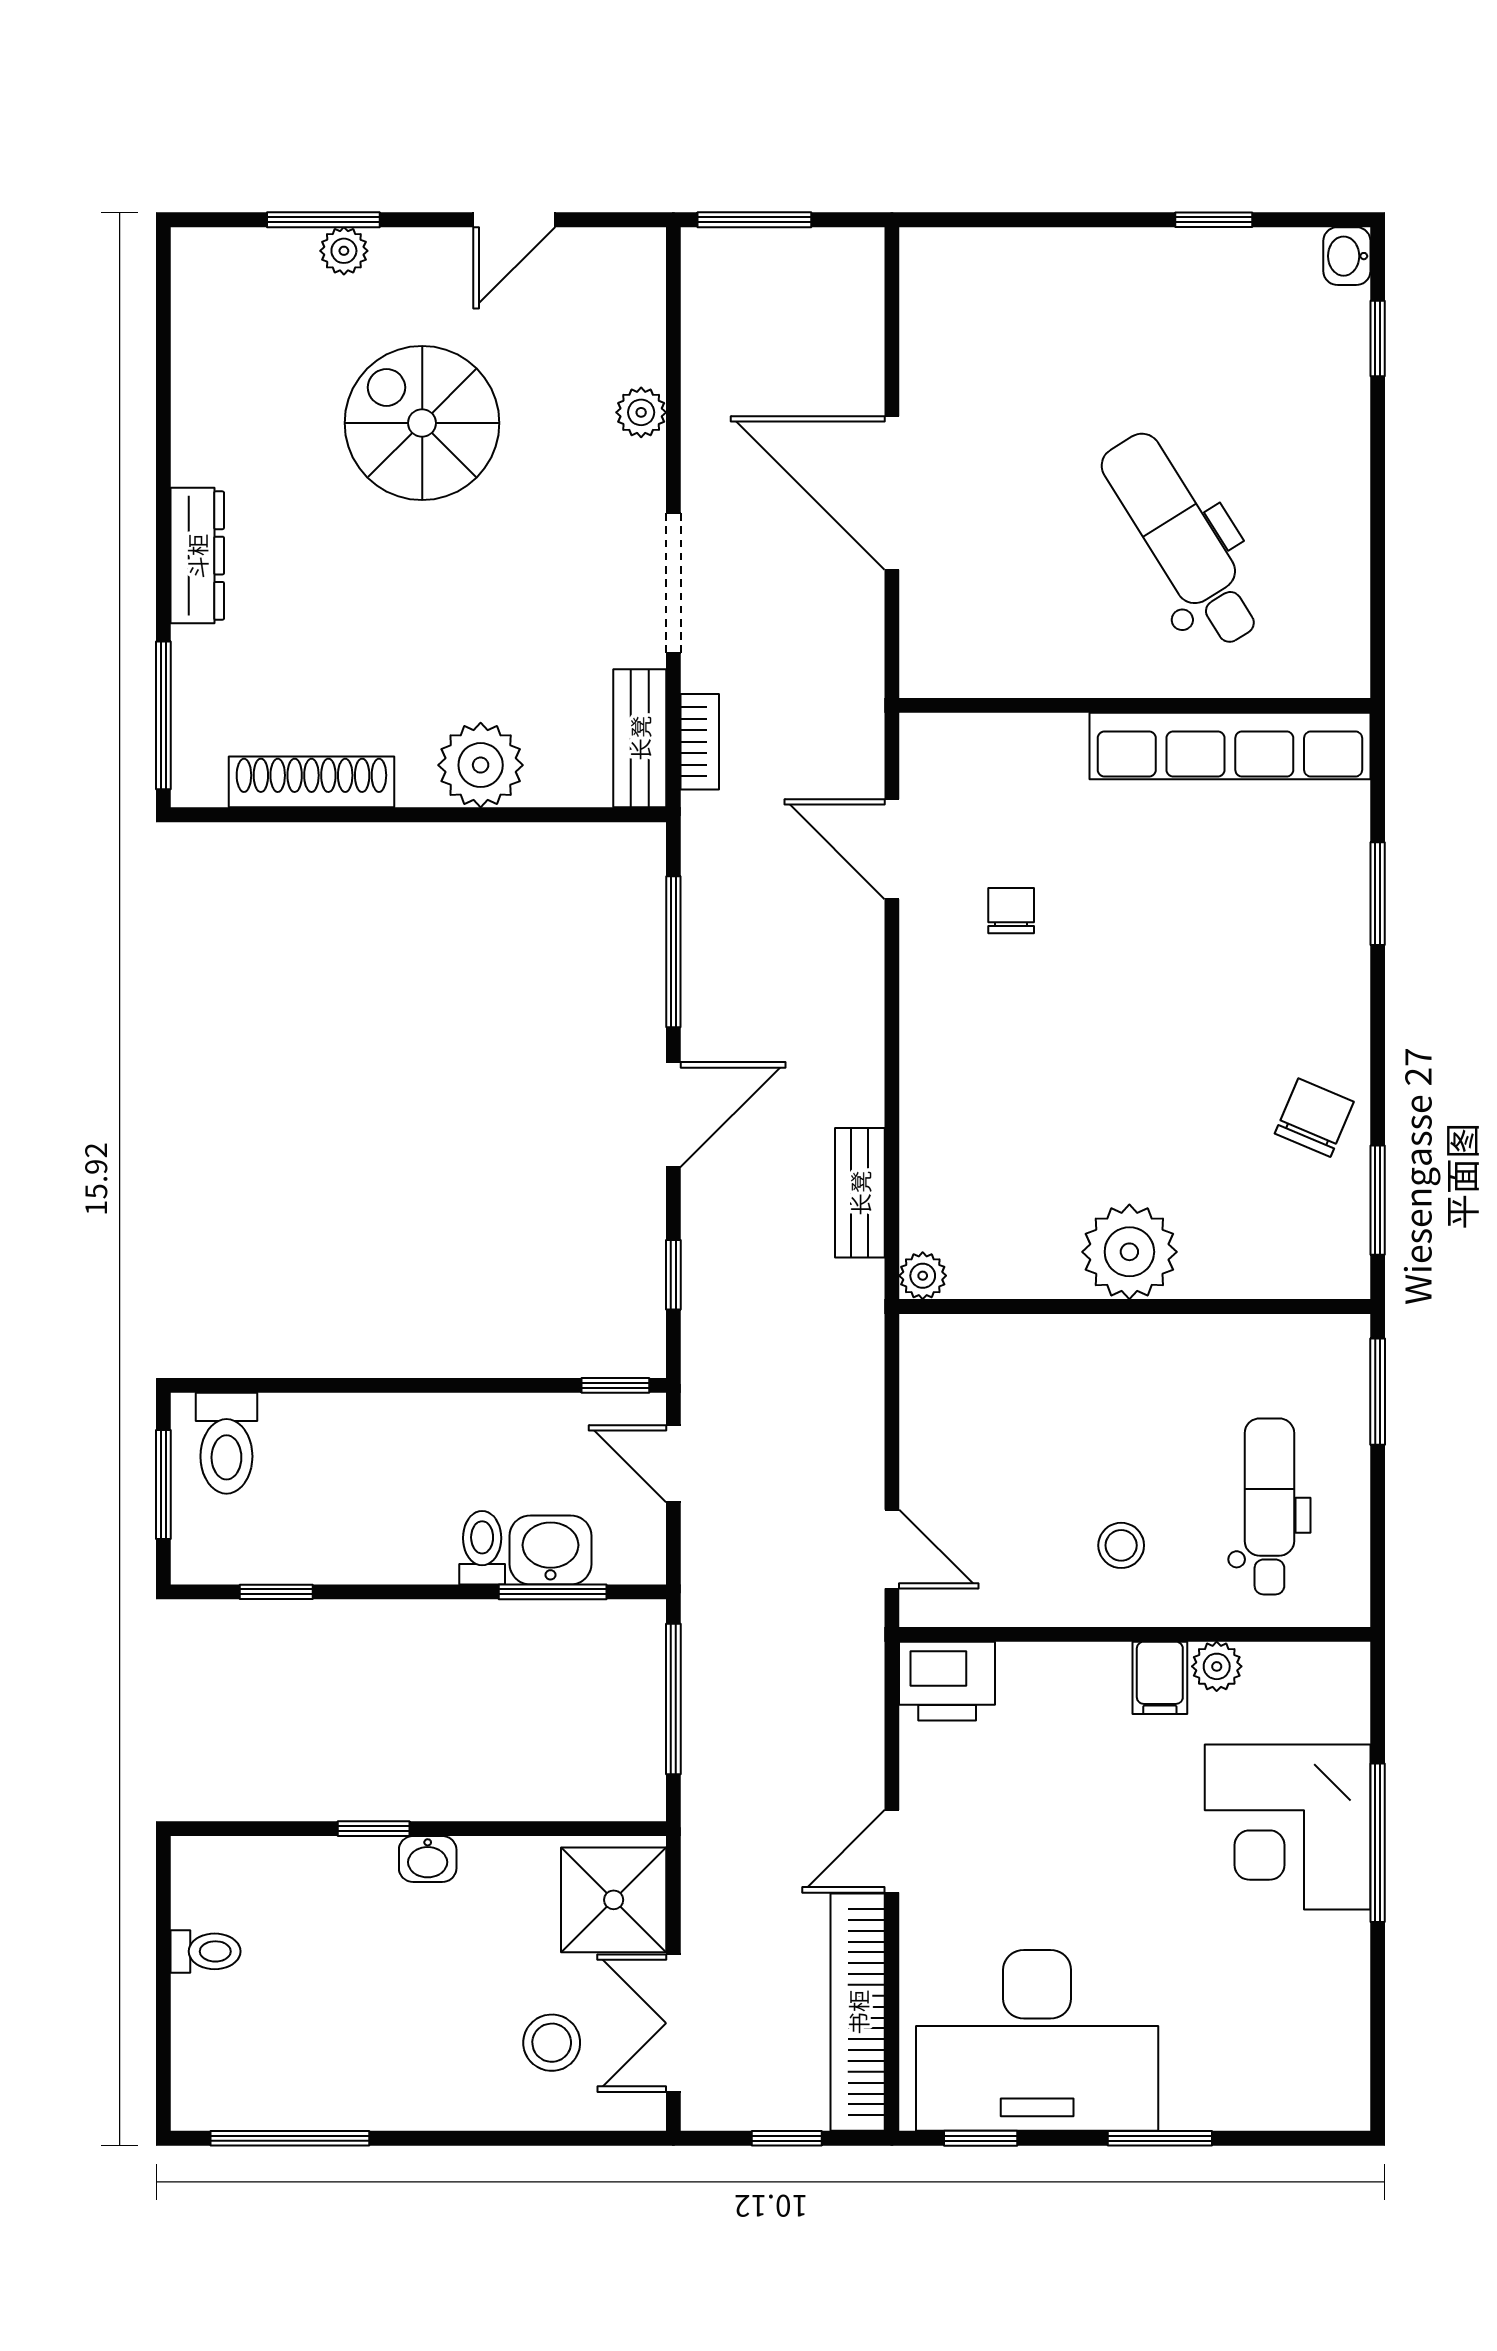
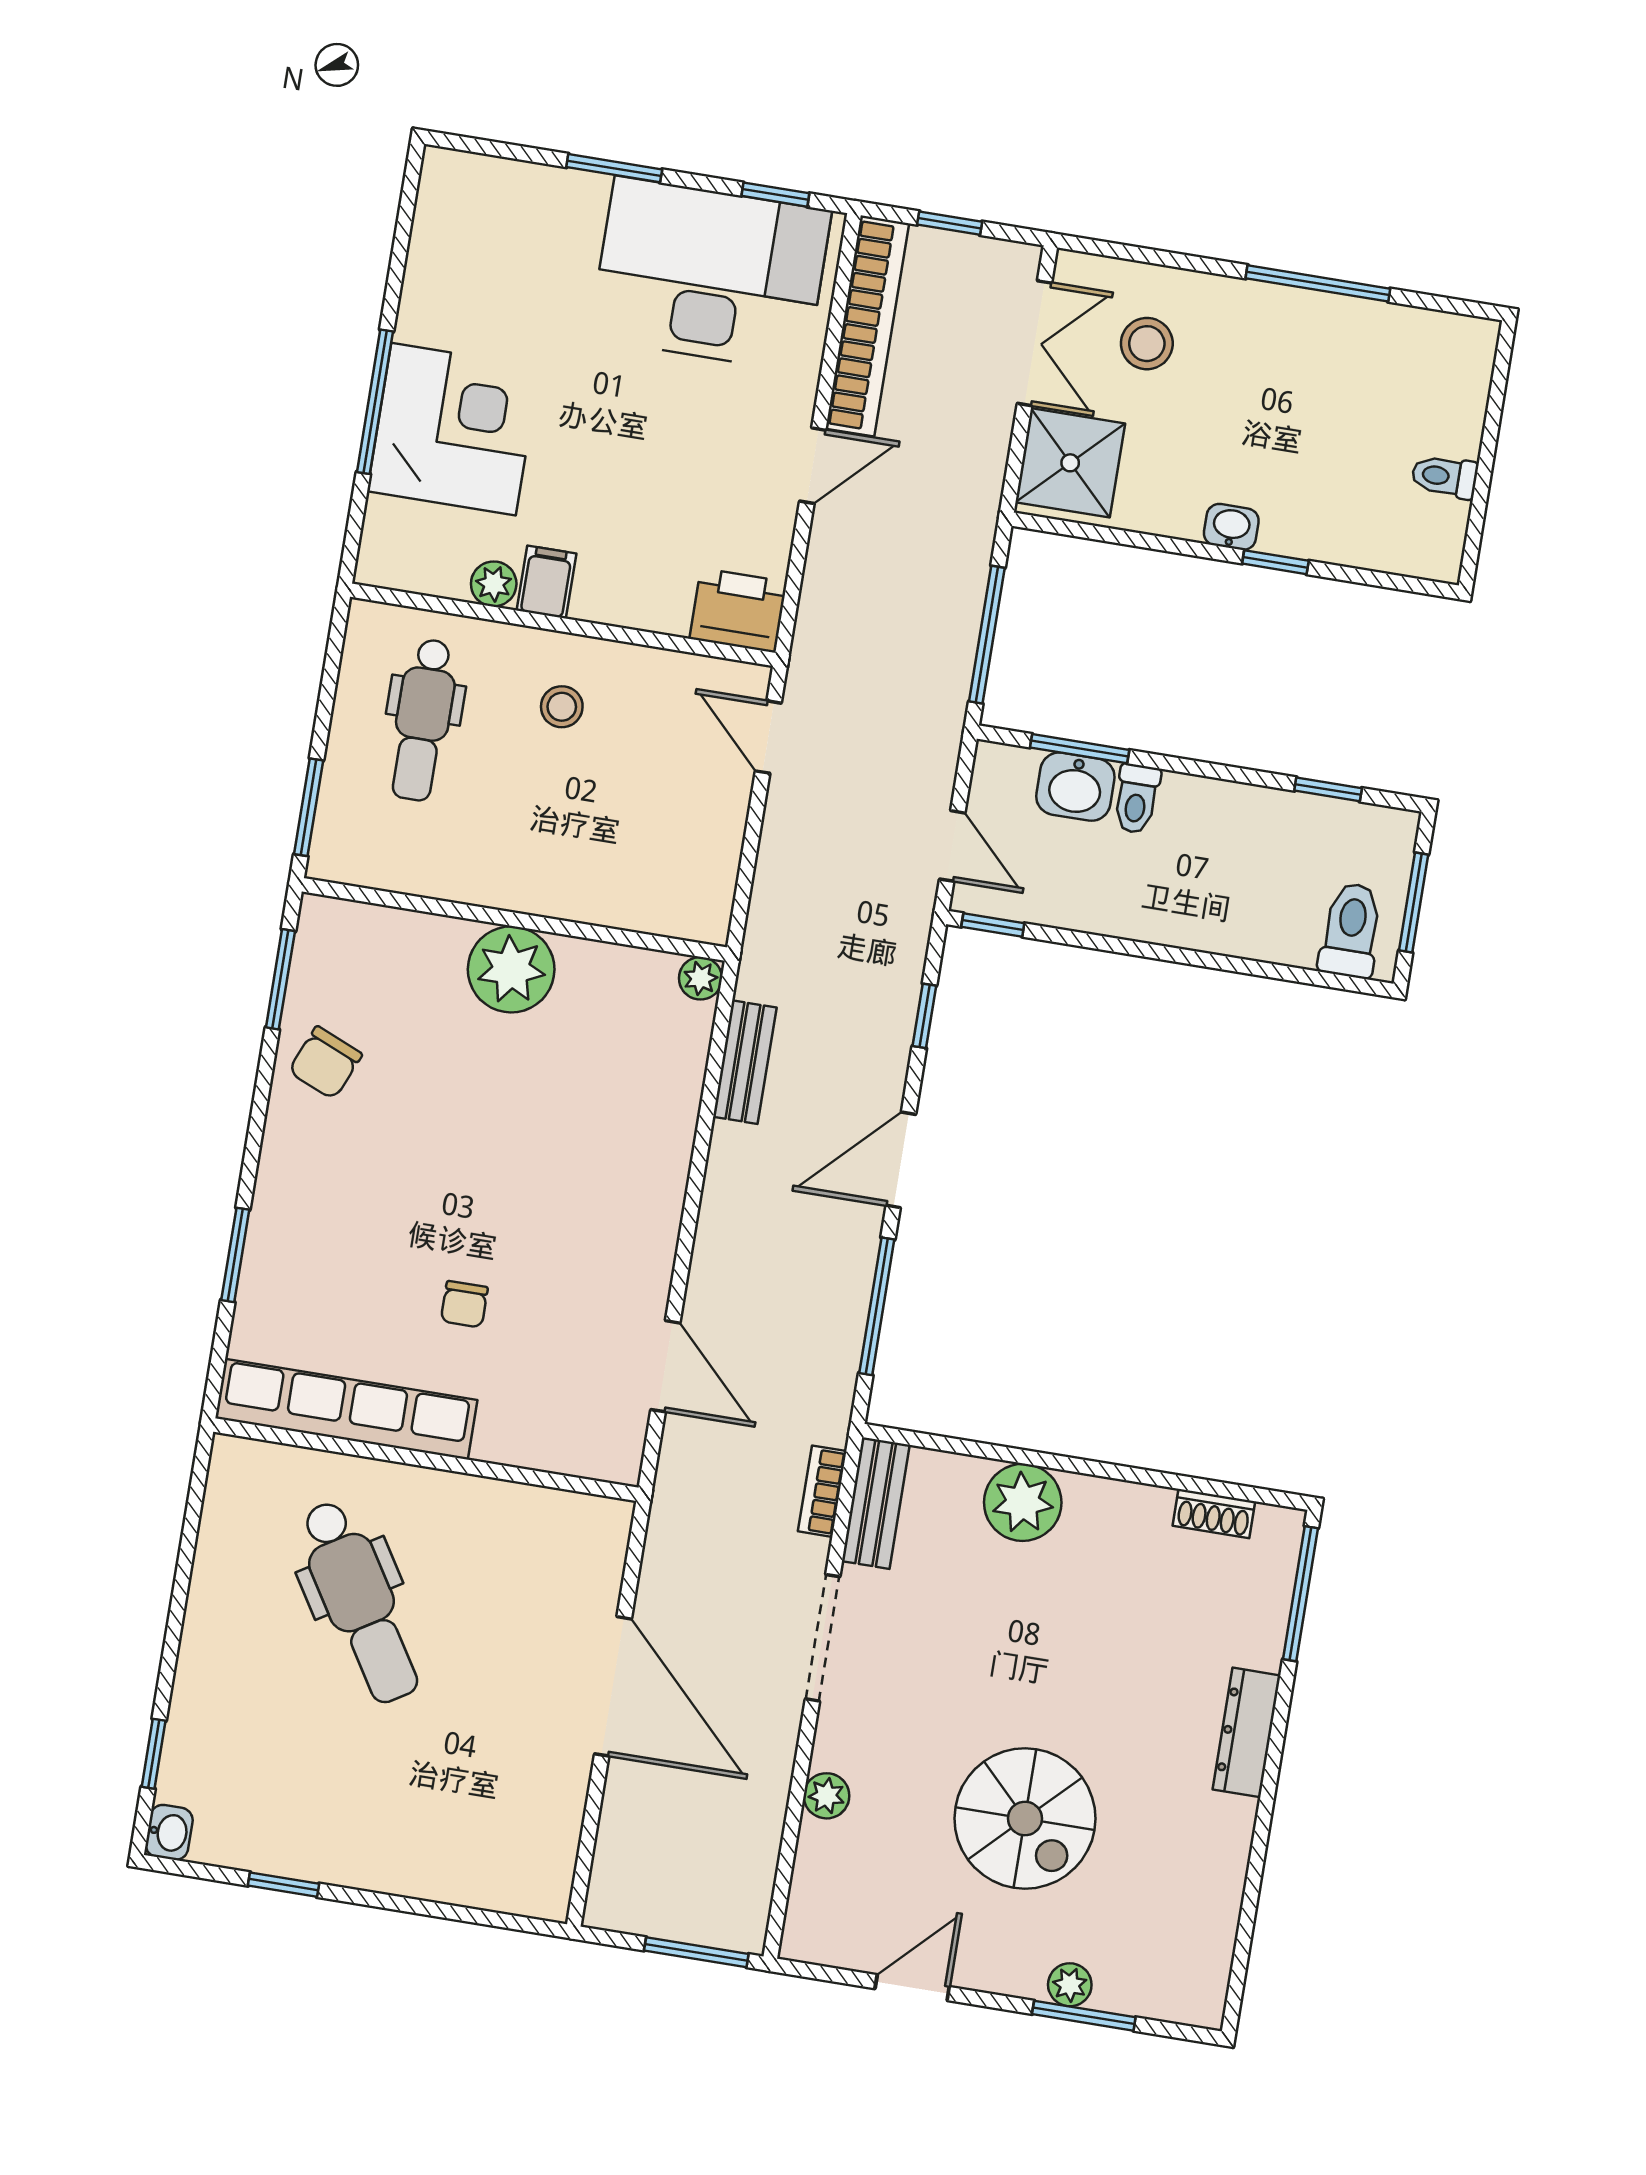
shoe rack: (311, 782) -> (1214, 1514), width x0.51, depth x0.81
chair: (1011, 911) -> (464, 1304), moved
window: (290, 2138) -> (1318, 283), moved

